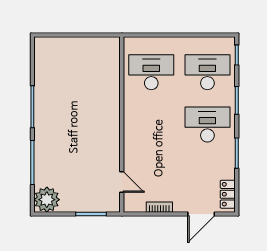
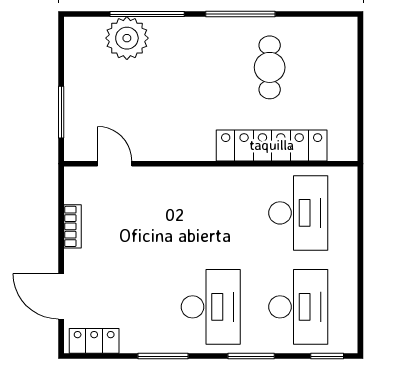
locker: (111, 88) -> (272, 145), added
cafe table: (64, 89) -> (270, 67), added
door: (122, 182) -> (115, 164), swing flipped
plant: (47, 200) -> (127, 38), moved

